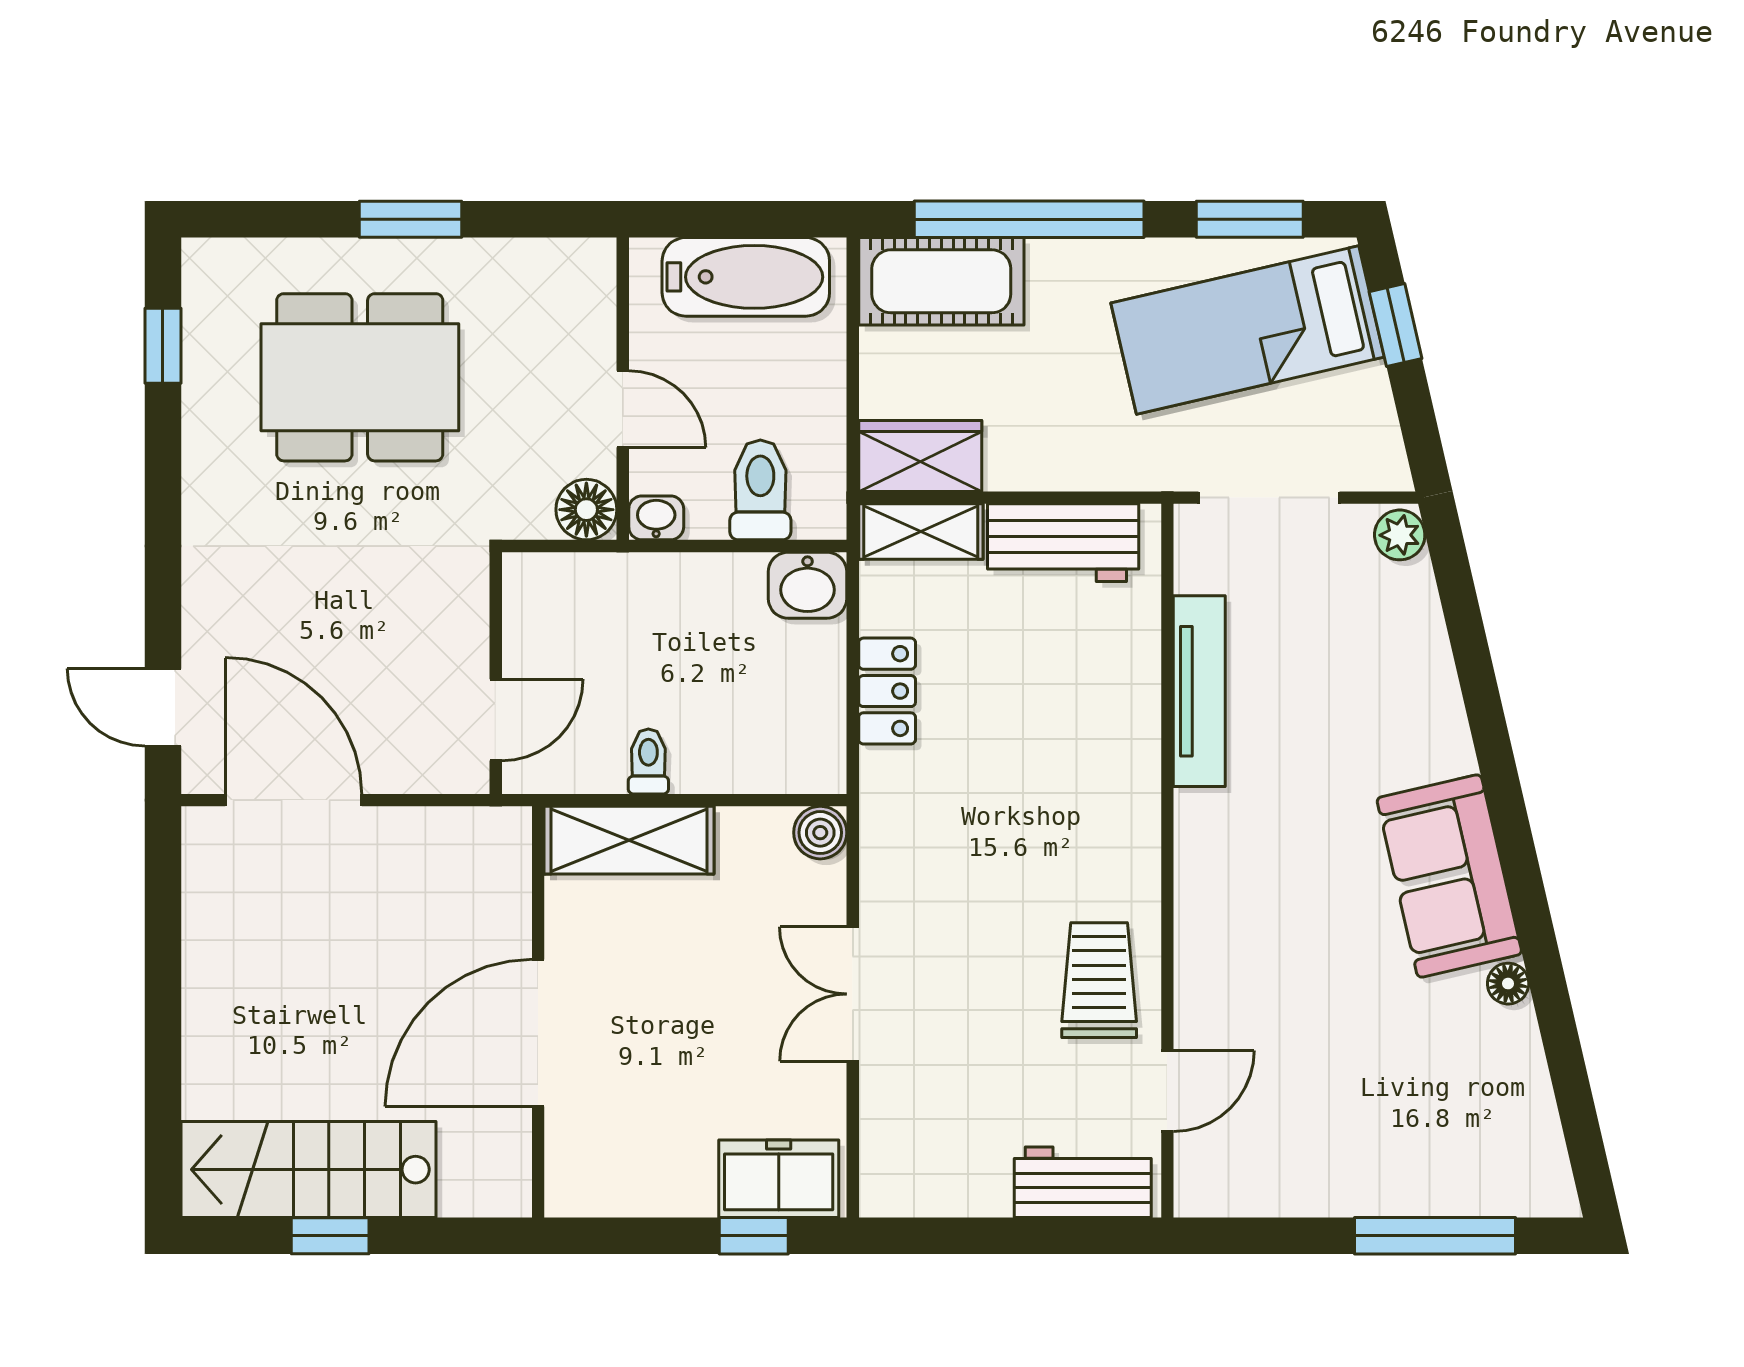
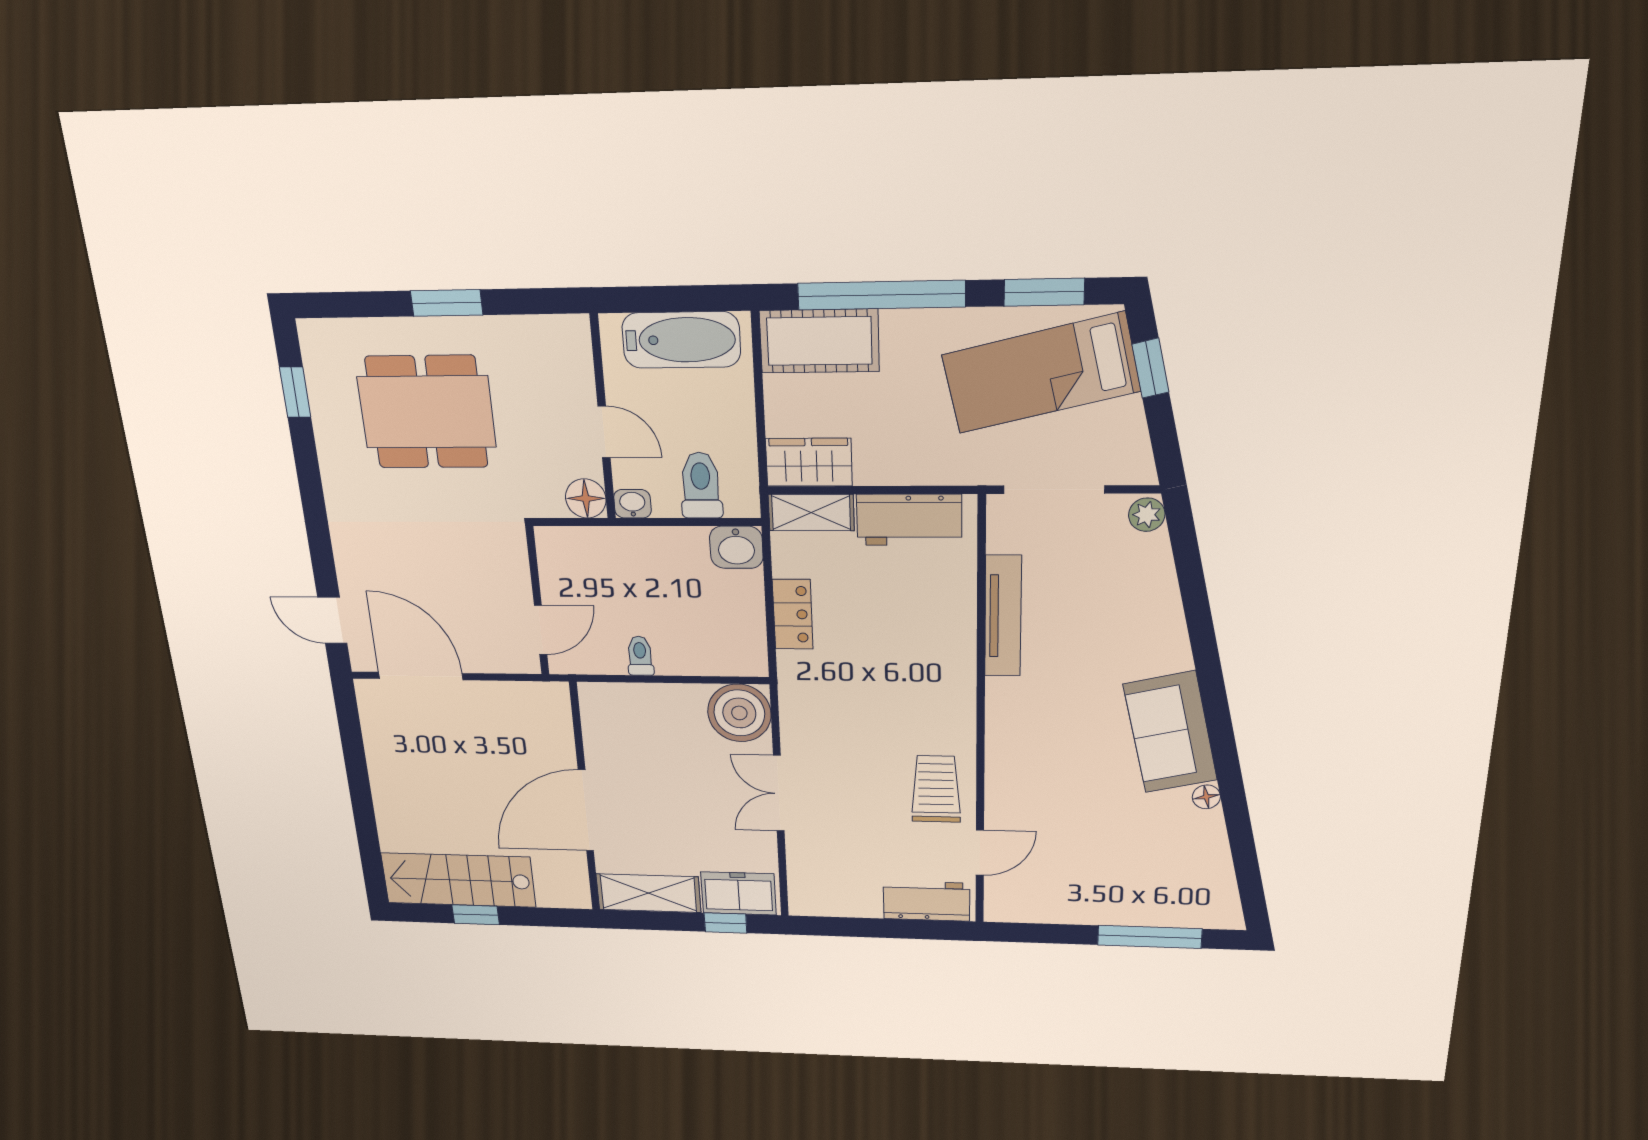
boiler: (820, 833) -> (739, 713), width x1.86, depth x1.86
shelving: (629, 840) -> (648, 893), moved

